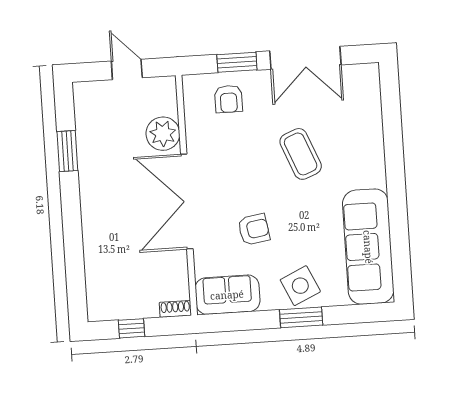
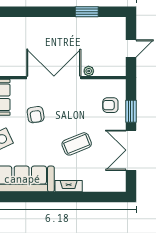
plant: (163, 134) -> (89, 71), width x0.53, depth x0.53
fireplace: (376, 163) -> (69, 186), added

